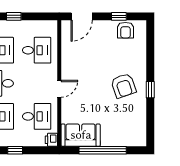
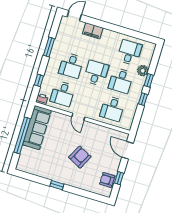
armchair: (123, 86) -> (80, 157), moved, turned 136
sofa: (81, 135) -> (37, 128), width x1.36
window: (15, 150) -> (39, 80), moved

